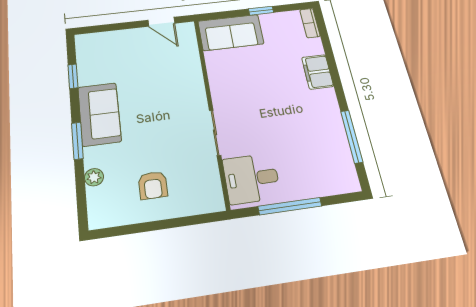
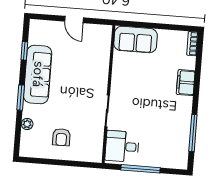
window: (261, 11) -> (161, 26), removed
door: (161, 22) -> (74, 19), moved
sofa: (99, 114) -> (38, 74), width x1.36

